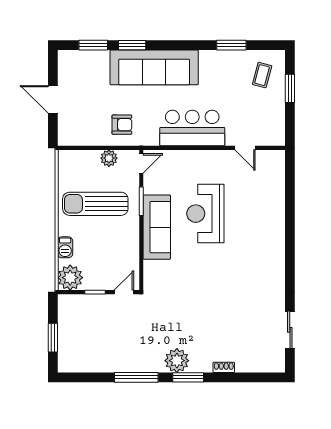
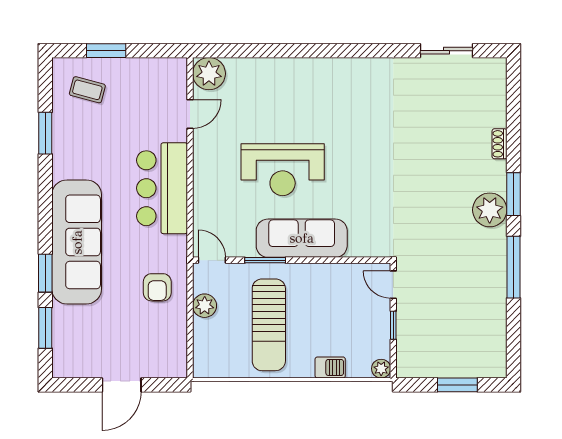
armchair: (122, 125) -> (157, 287), turned 180
plant: (274, 161) -> (209, 74), added
plant: (70, 278) -> (381, 369), width x0.53, depth x0.53

